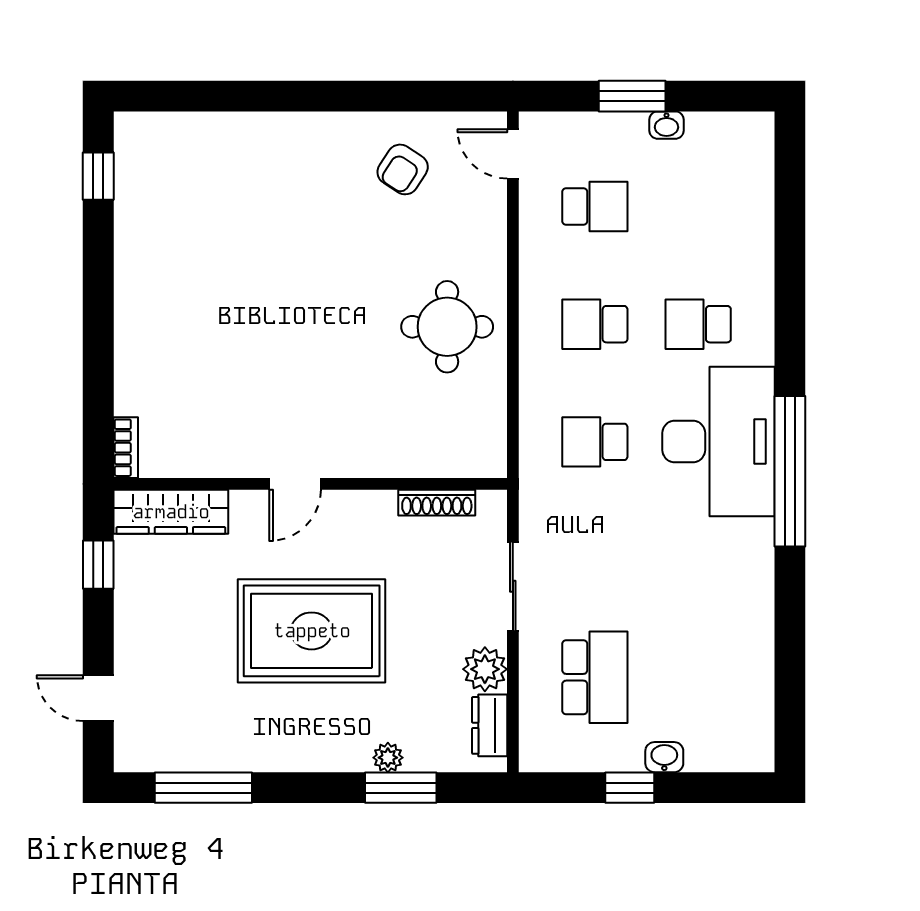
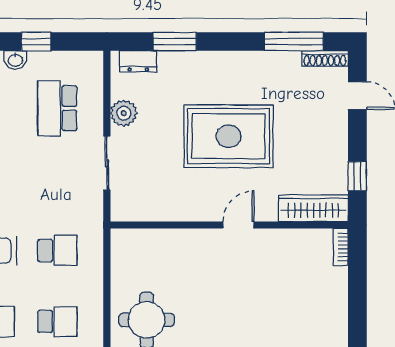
shoe rack: (437, 503) -> (325, 59), moved, turned 180
dresser: (490, 725) -> (138, 61), moved, turned 90
plant: (388, 758) -> (182, 60), removed

